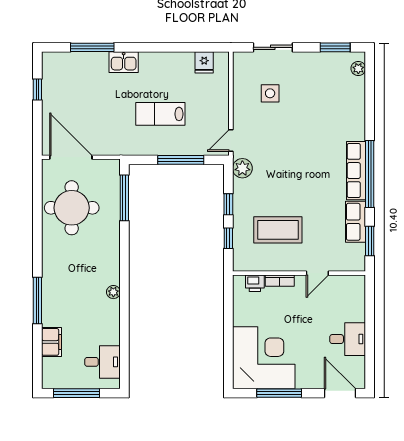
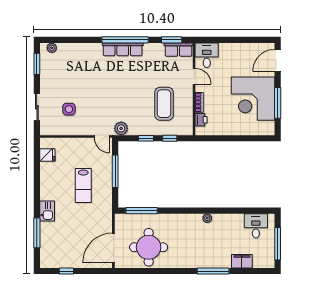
row of seats: (356, 222) -> (178, 50), moved
desk: (348, 339) -> (207, 55), moved
corner desk: (264, 358) -> (253, 99), moved, turned -90

